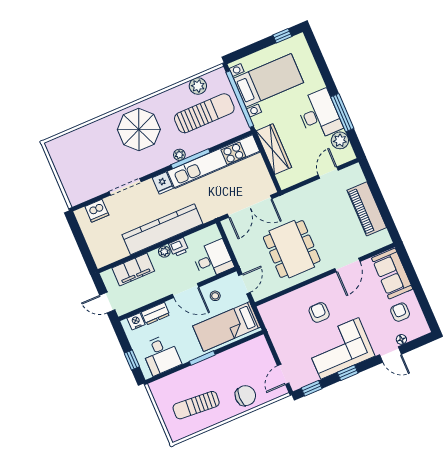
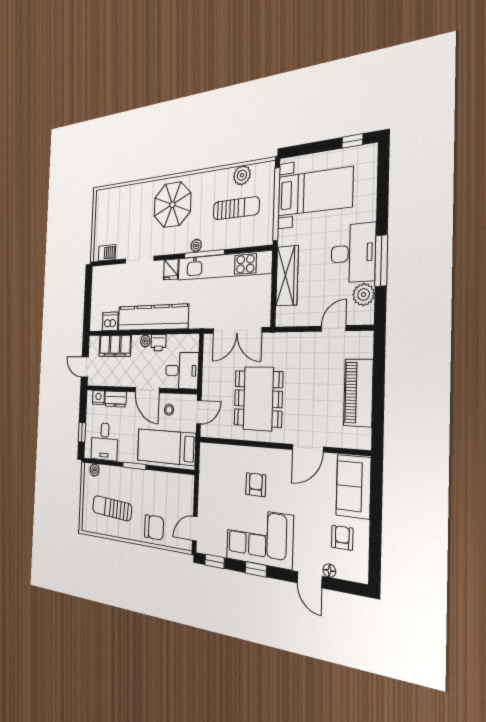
sun lounger: (204, 113) -> (236, 208), width x0.73, depth x0.75
barbecue: (85, 194) -> (107, 253), added
dishwasher: (97, 211) -> (110, 321), moved, turned 180
plant: (162, 384) -> (94, 470), added

